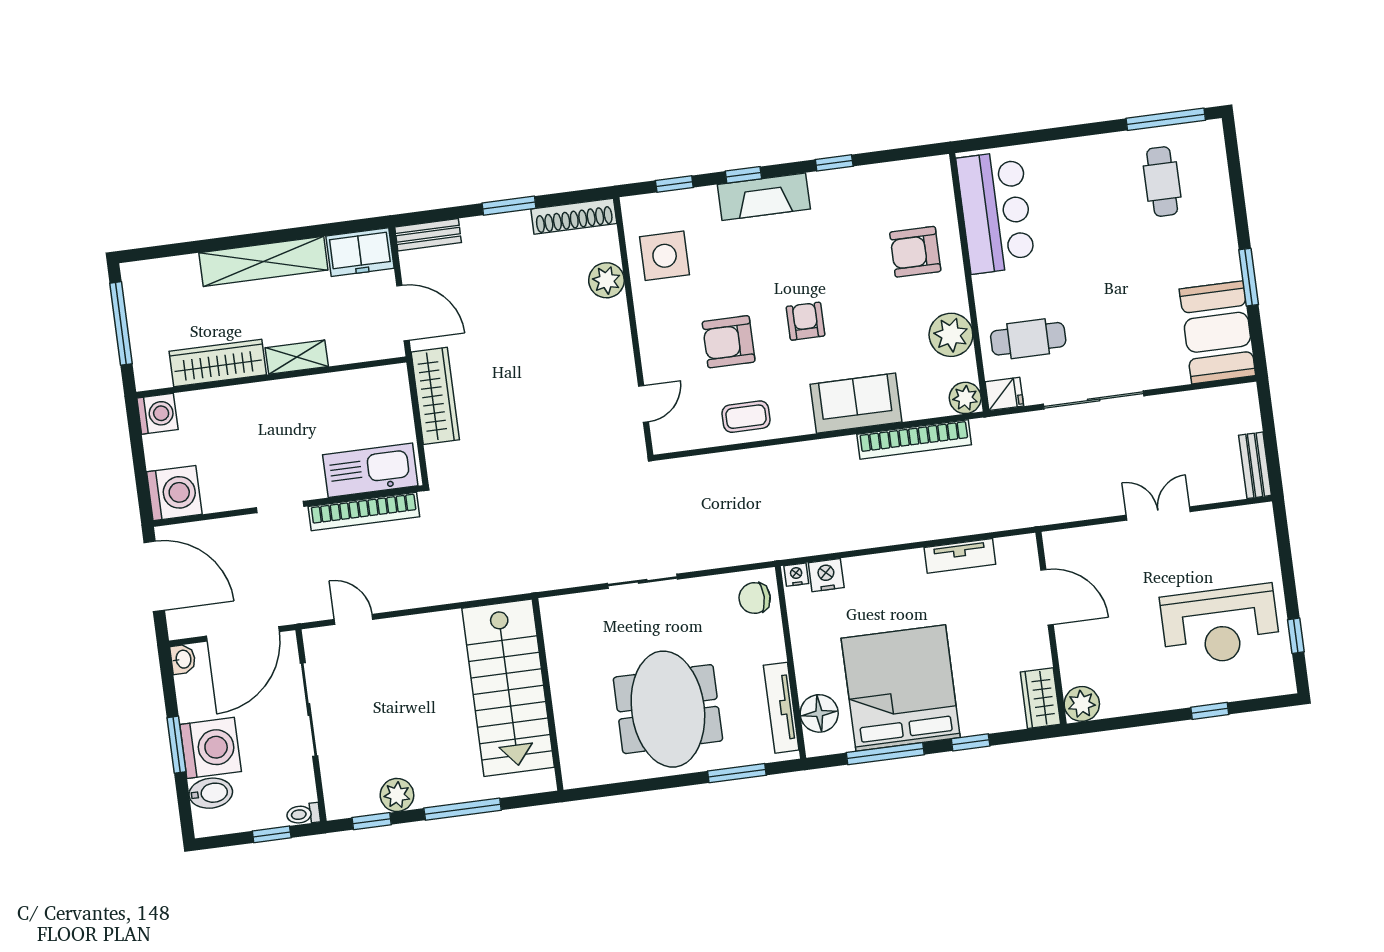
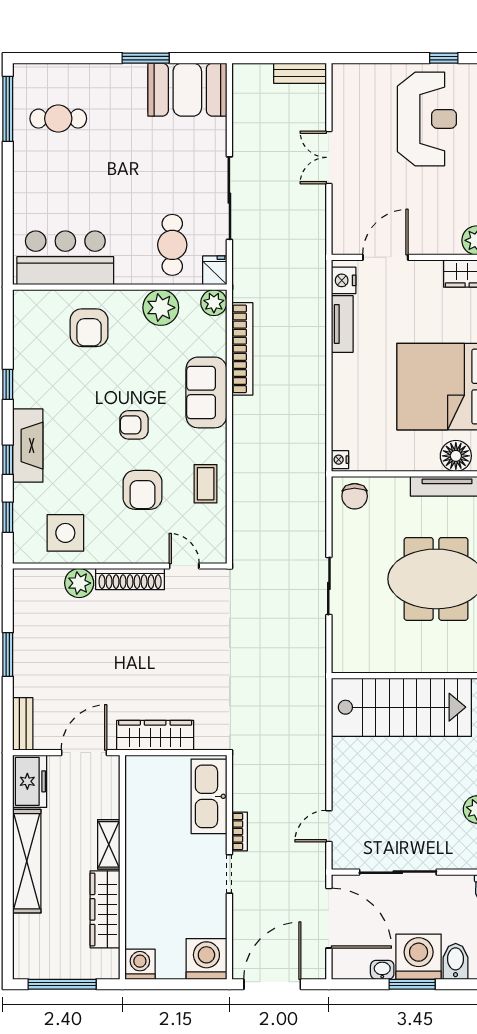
shoe rack: (574, 216) -> (130, 579), moved, turned 90
bookcase: (364, 512) -> (240, 832), width x0.43, depth x0.76
nightstand: (826, 575) -> (344, 280), moved
washbasin: (183, 659) -> (382, 970), moved

